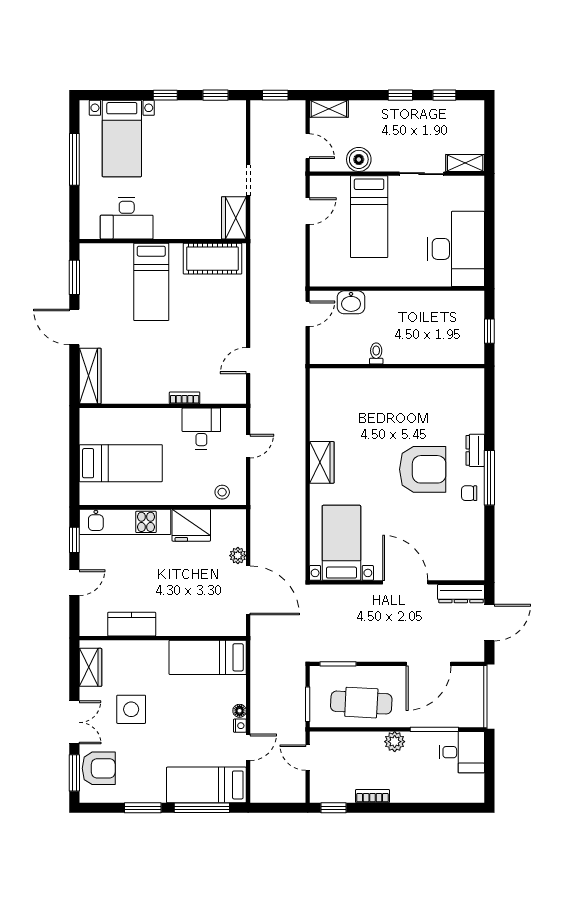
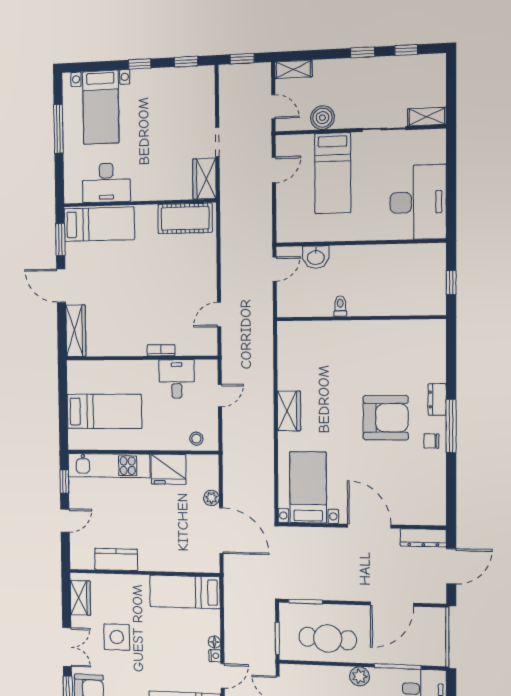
bed: (151, 282) -> (99, 224), moved, turned -90

